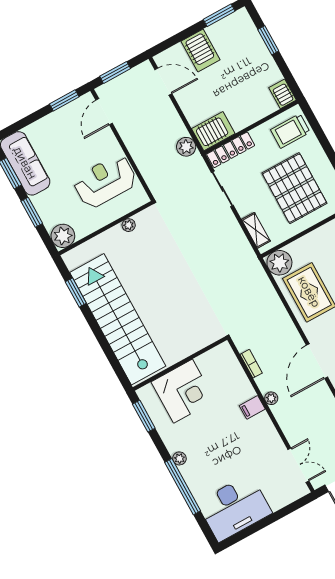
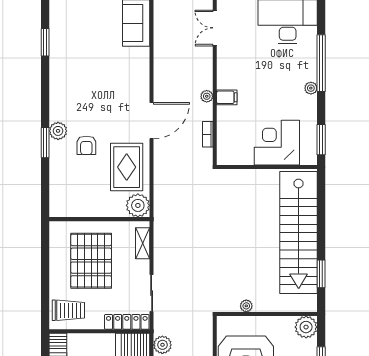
door: (317, 361) -> (152, 121), moved

